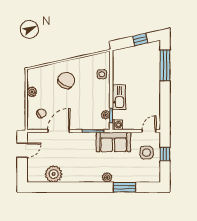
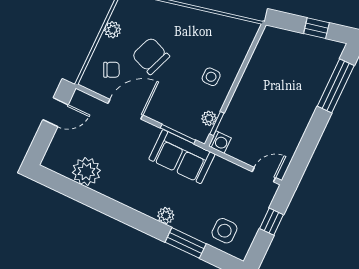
side table: (102, 74) -> (211, 77), moved
chair: (66, 80) -> (151, 56), moved, turned -100
kitchen sink: (119, 97) -> (242, 101), removed
sofa: (113, 142) -> (182, 157), moved
side table: (147, 153) -> (224, 231), moved

